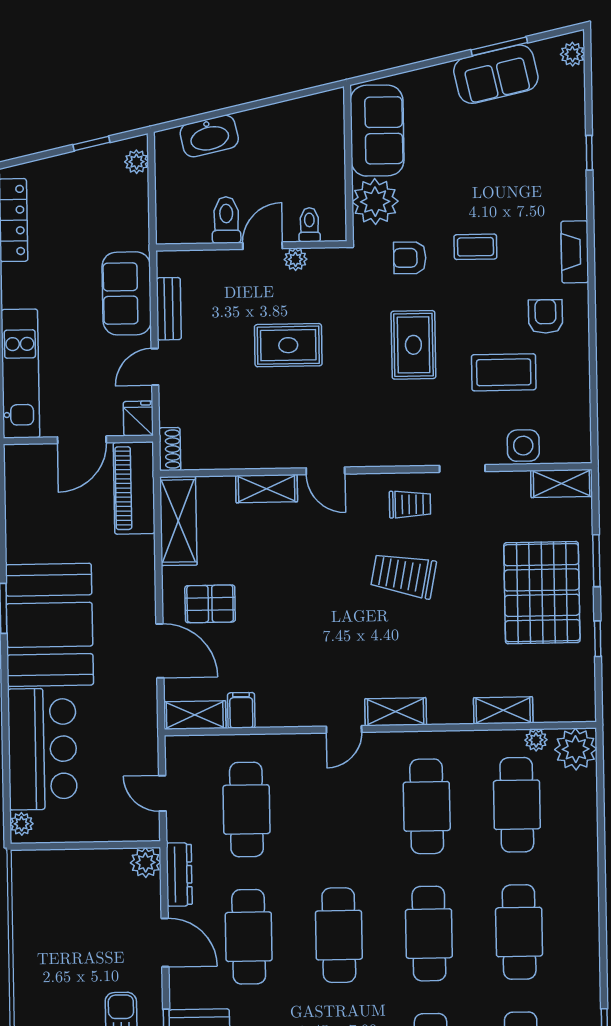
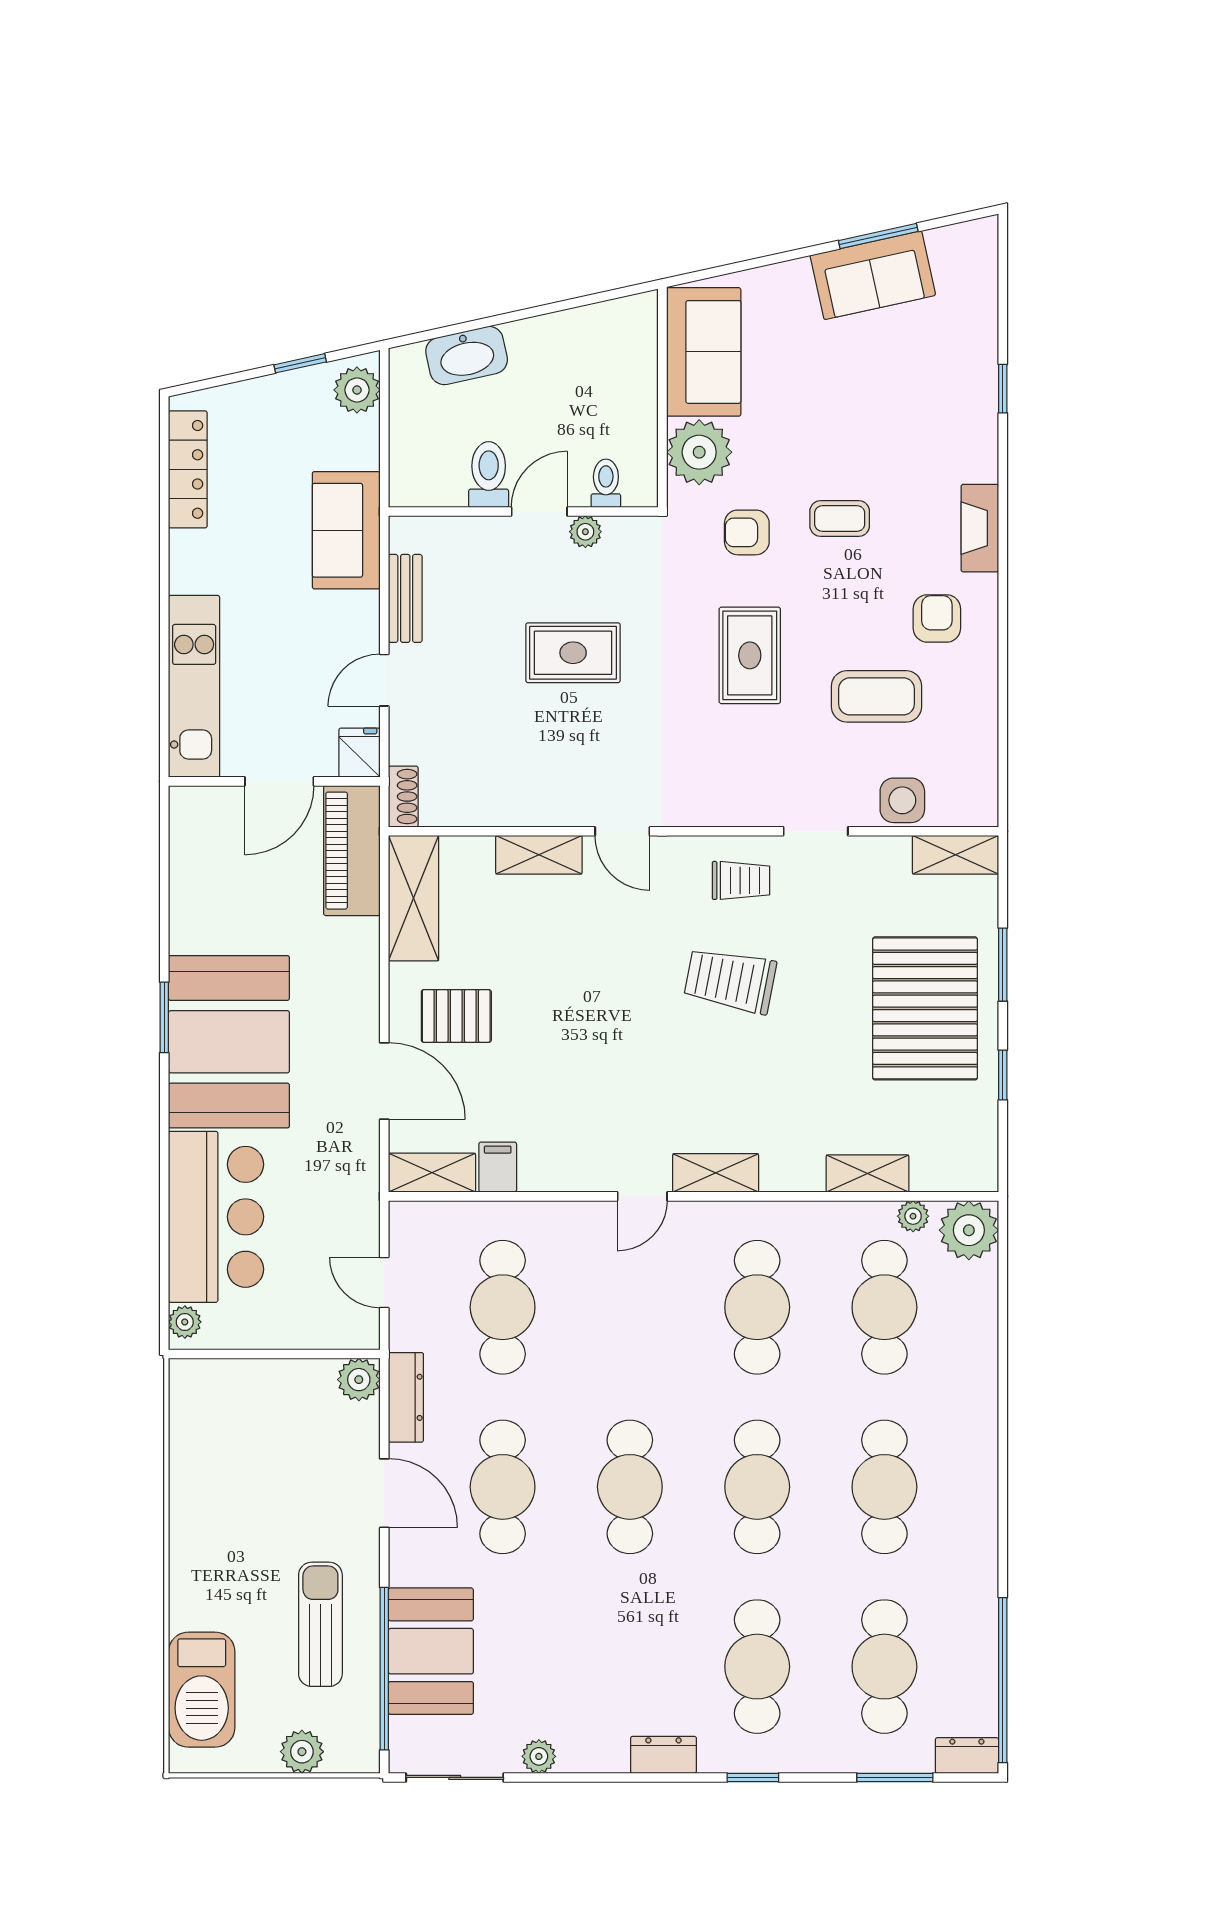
plant: (572, 54) -> (981, 249), removed
plant: (137, 162) -> (357, 390), width x1.38, depth x1.38
sofa: (127, 293) -> (346, 530), moved

